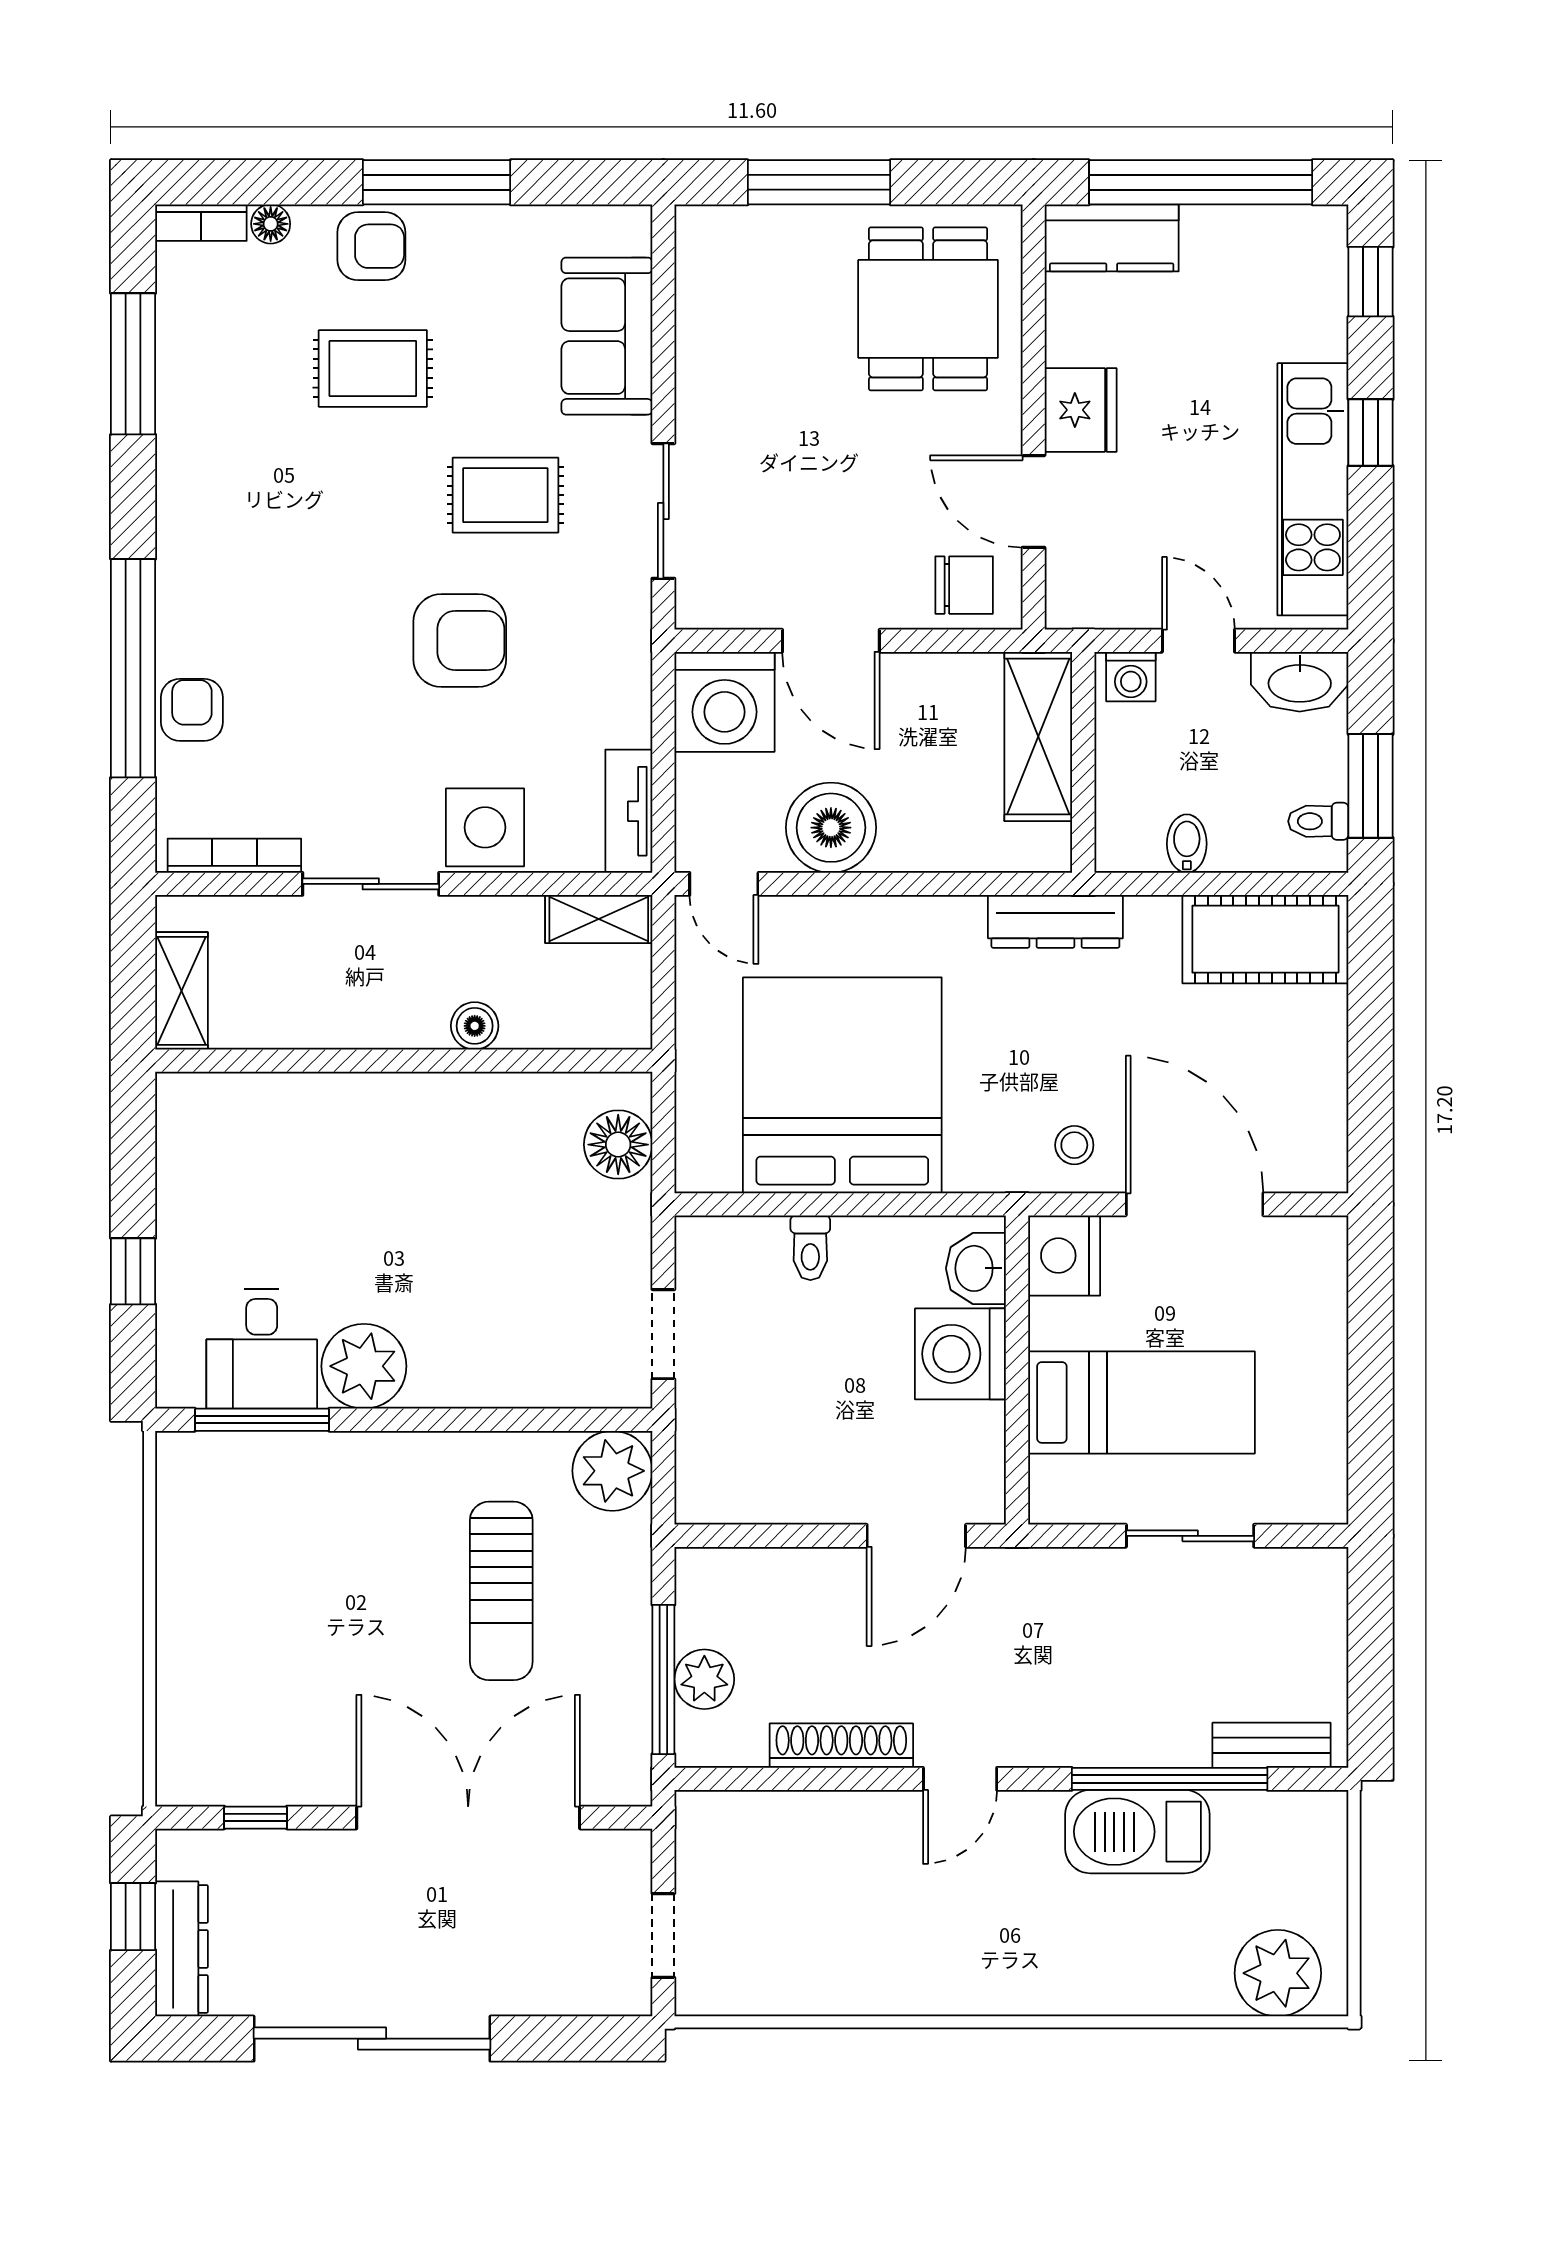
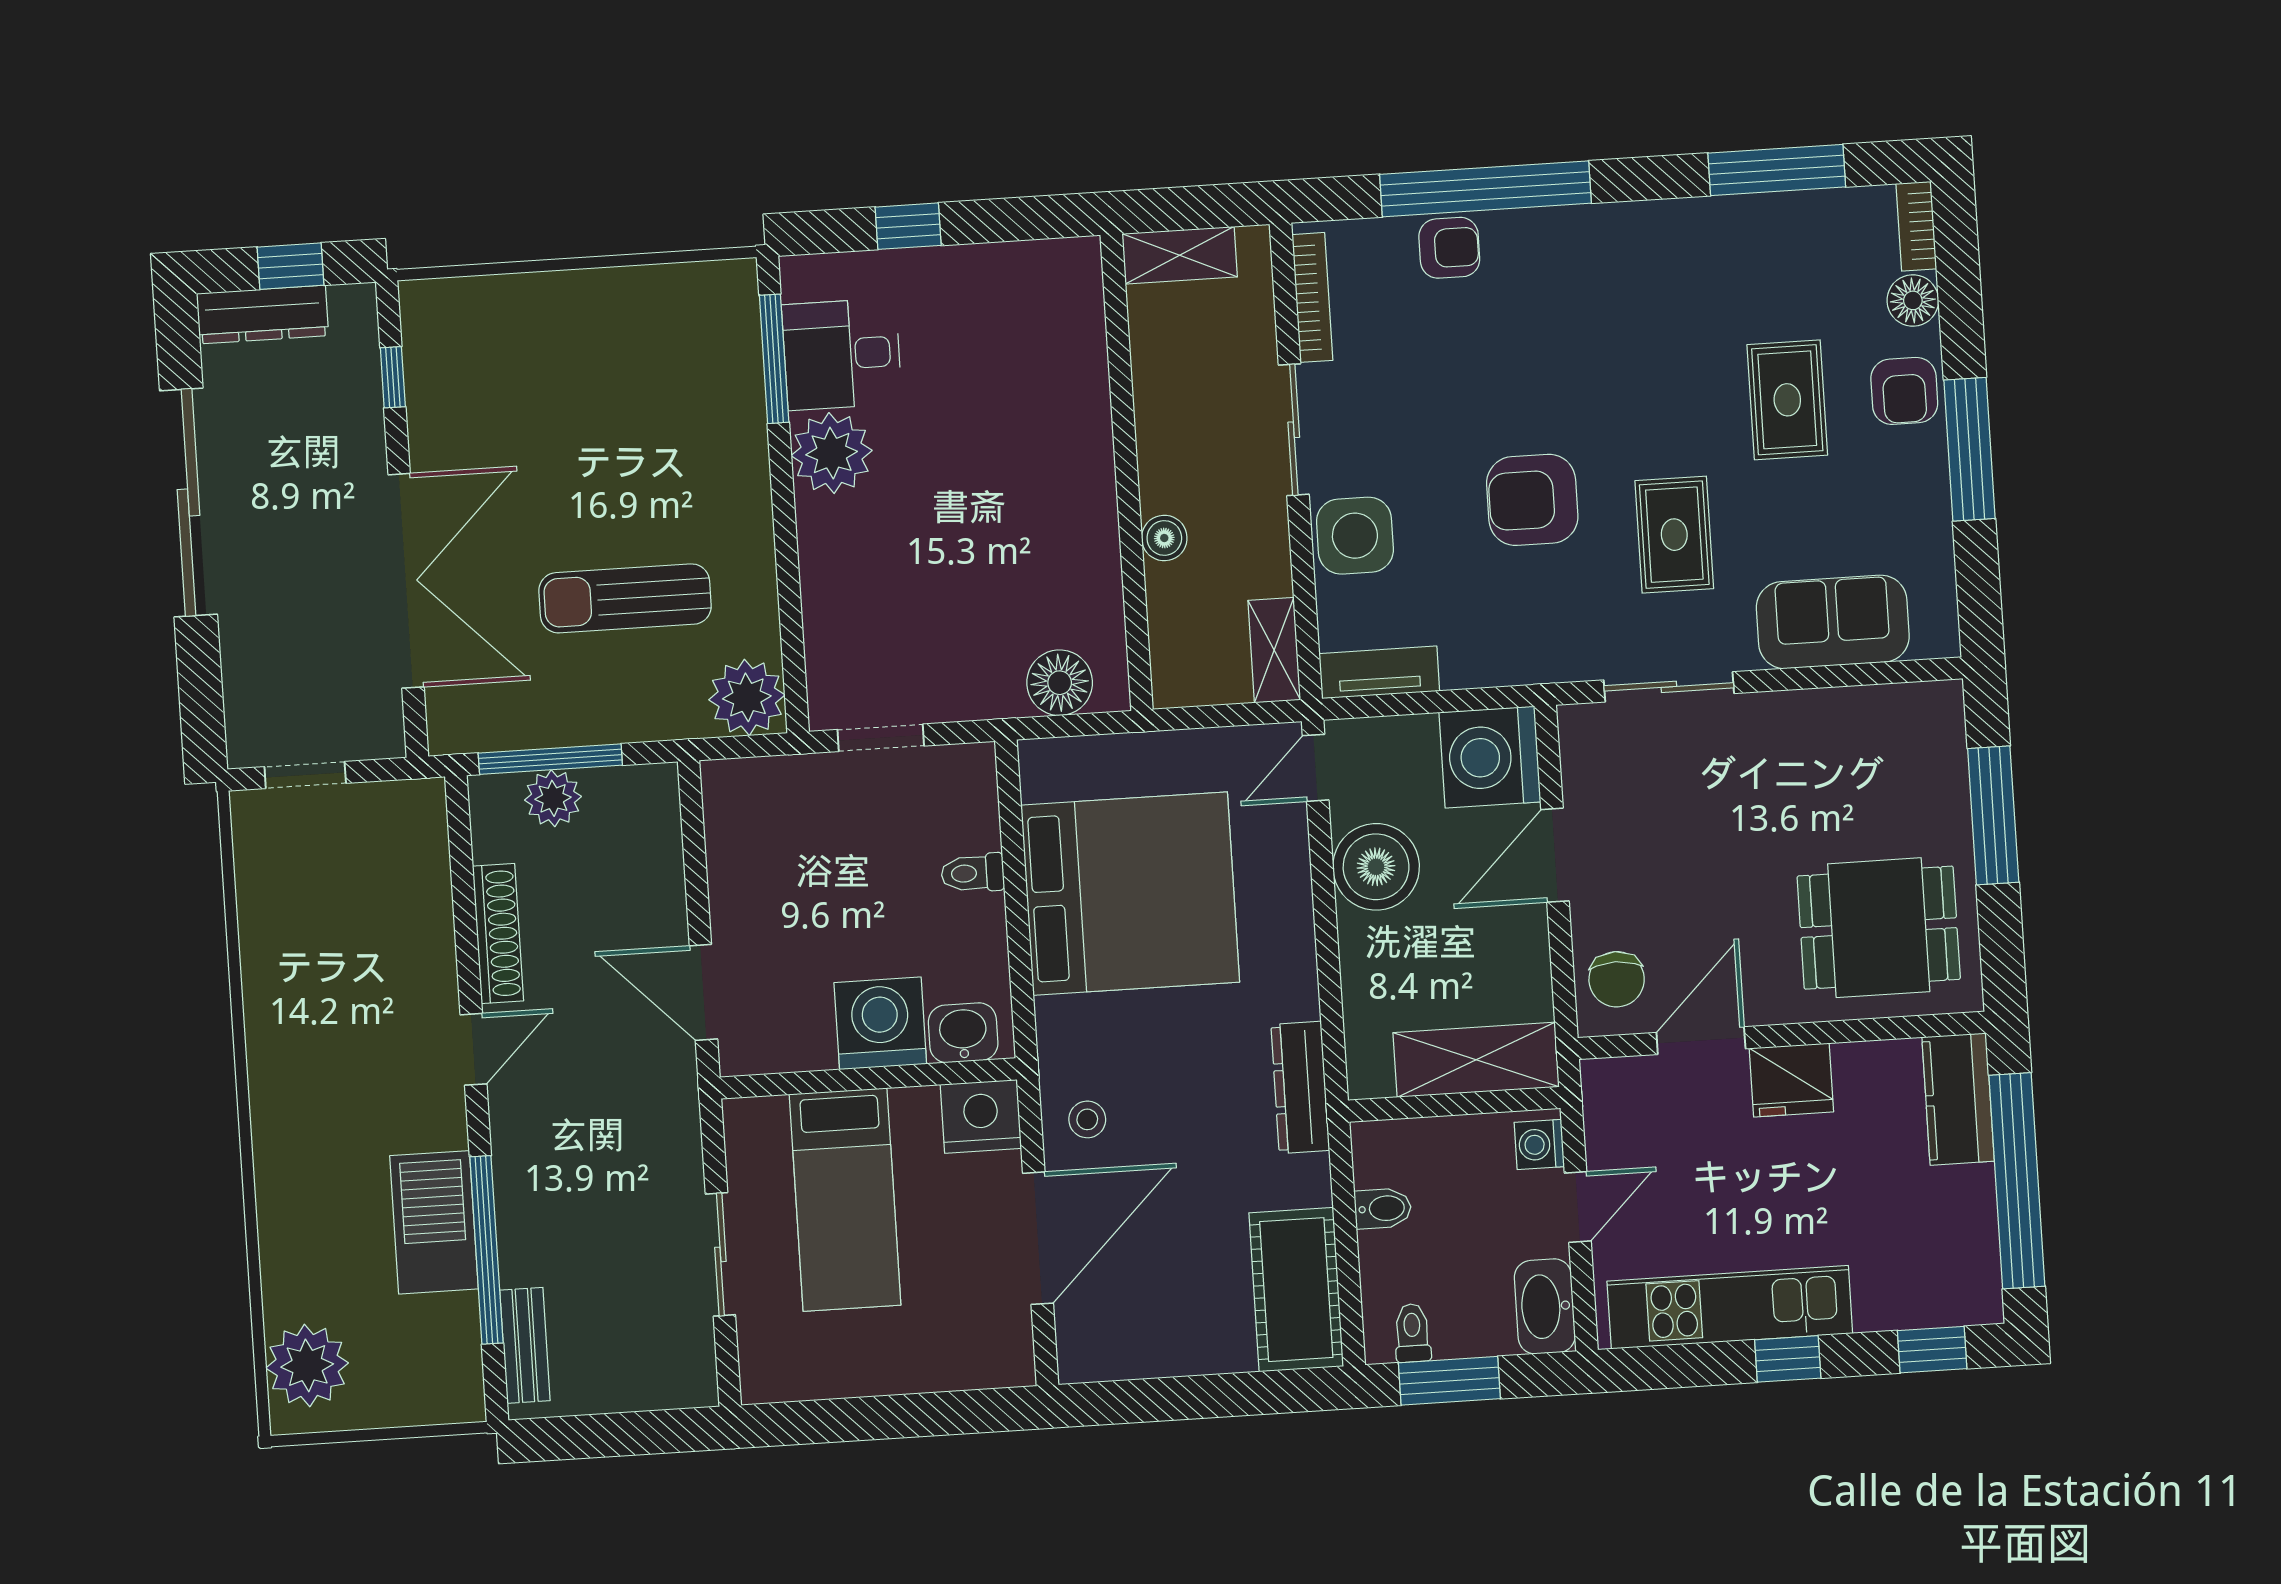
floor lamp: (271, 224) -> (1913, 300), width x1.37, depth x1.37
armchair: (460, 641) -> (1532, 500), turned 90
door: (960, 1779) -> (473, 1049), swing flipped

